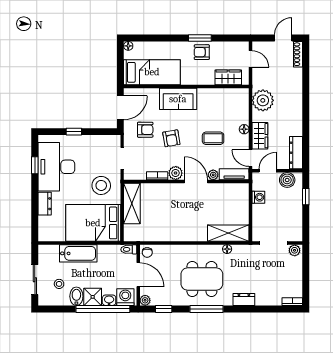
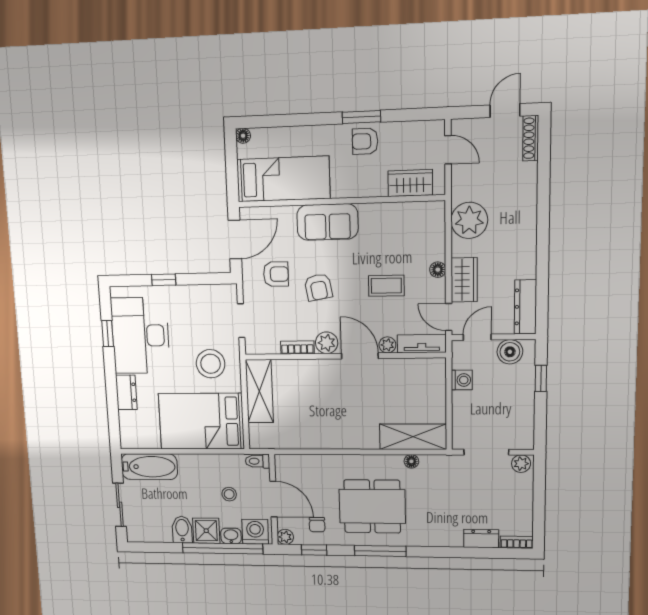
chair: (147, 252) -> (317, 525), moved
bathtub: (78, 253) -> (149, 467), moved
stool: (59, 284) -> (229, 494), moved
dresser: (244, 300) -> (481, 539), moved

